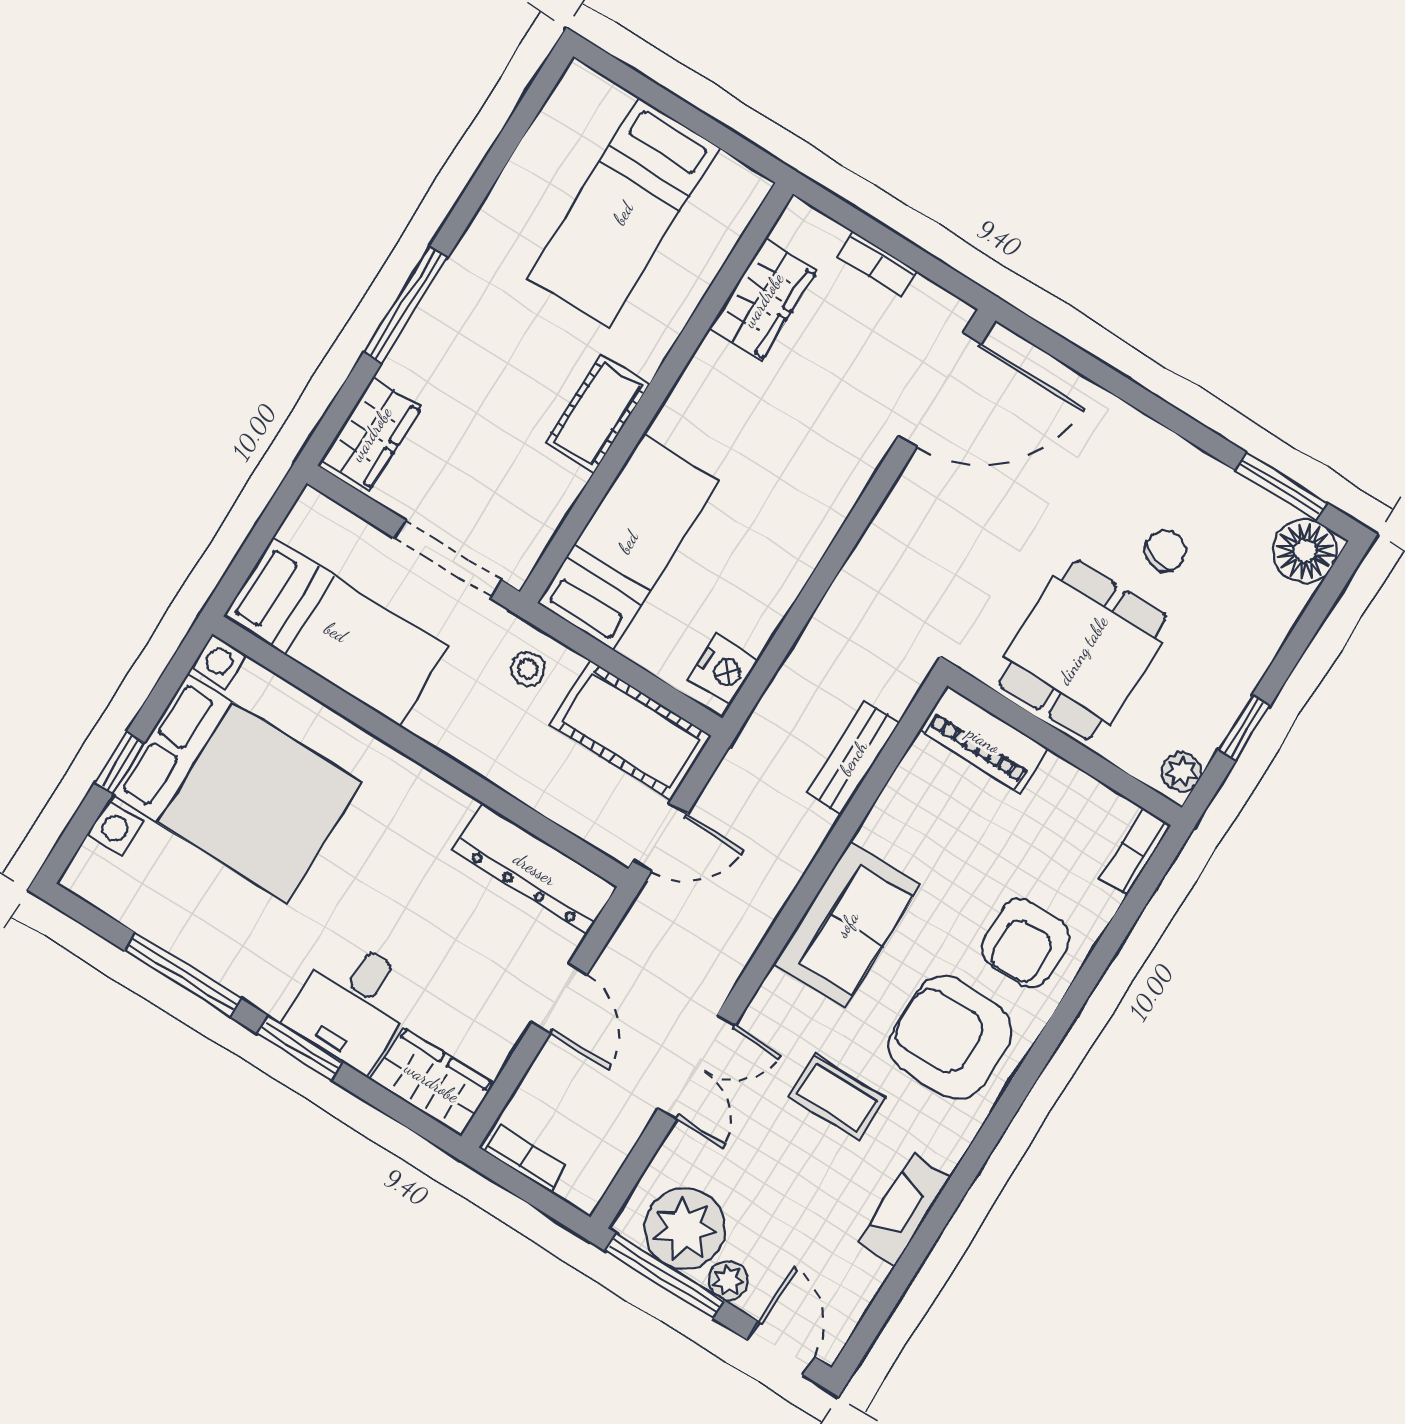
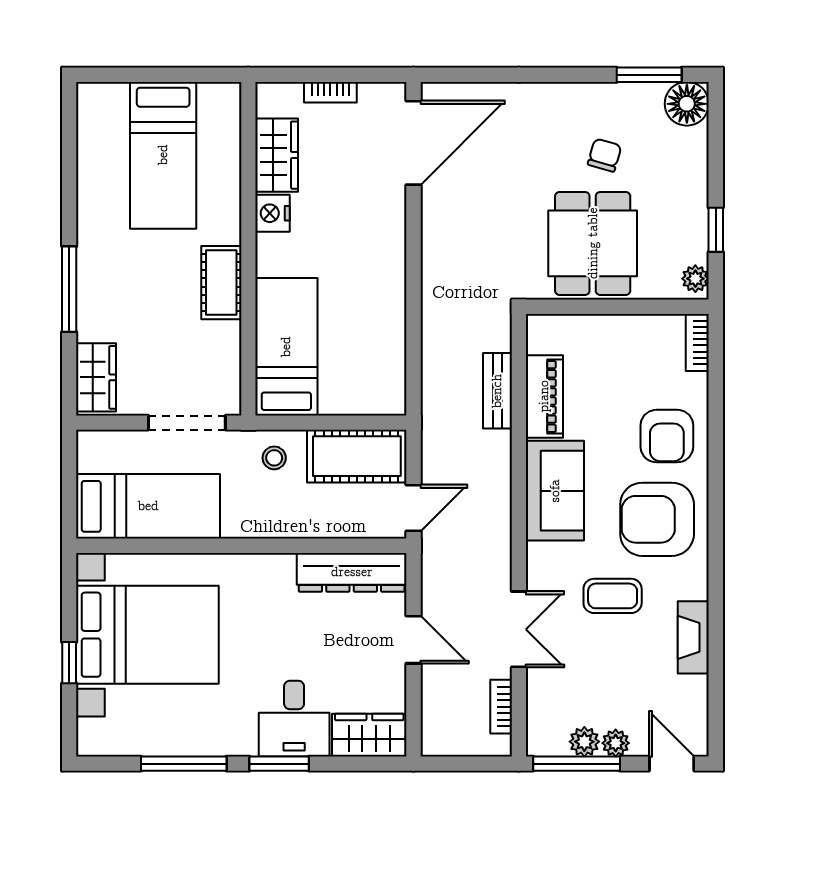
nightstand: (724, 670) -> (272, 213), moved, turned 180
piano: (984, 740) -> (544, 396), moved, turned -90
bookcase: (525, 1158) -> (501, 707), moved, turned -90
plant: (685, 1229) -> (584, 742), width x0.53, depth x0.53

